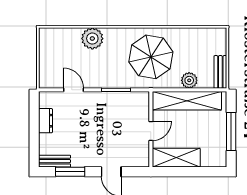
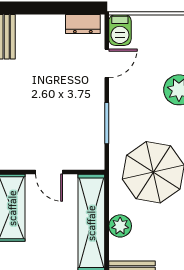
barbecue: (50, 80) -> (120, 30), added
dresser: (46, 121) -> (83, 24), moved

